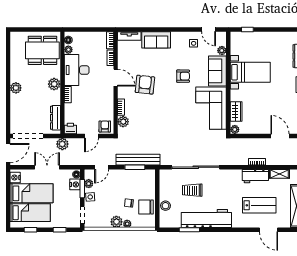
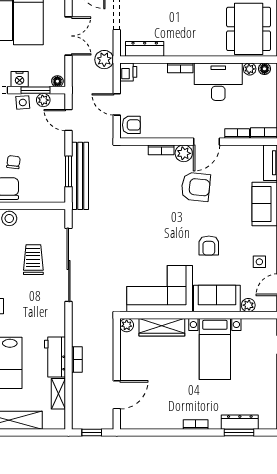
plant: (54, 84) -> (197, 47), removed
wardrobe: (236, 112) -> (162, 327), width x1.50
plant: (123, 122) -> (184, 153), moved
nightstand: (75, 184) -> (20, 79), moved

